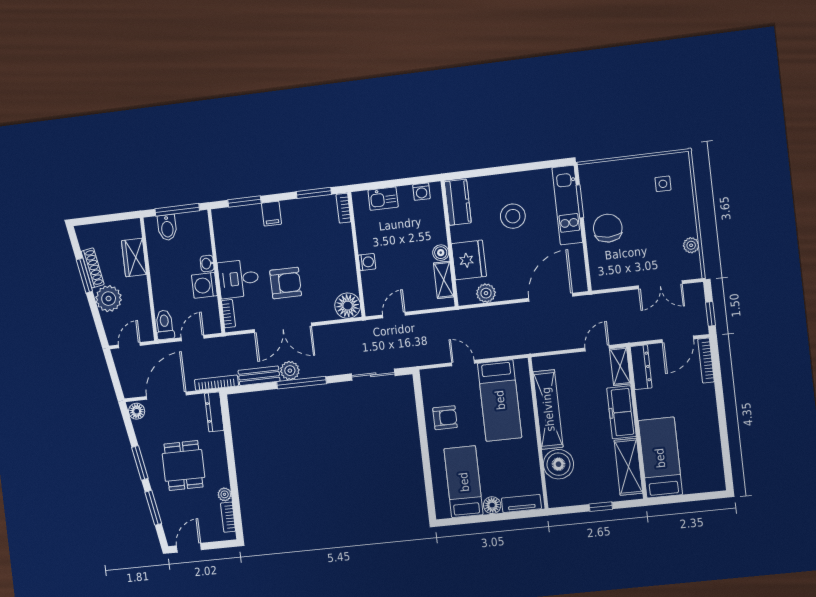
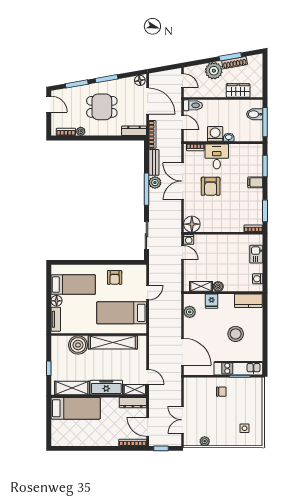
chair: (608, 228) -> (221, 392), width x0.54, depth x0.54
fridge: (469, 260) -> (212, 301), width x0.53, depth x0.75
washing machine: (367, 262) -> (189, 239), moved

